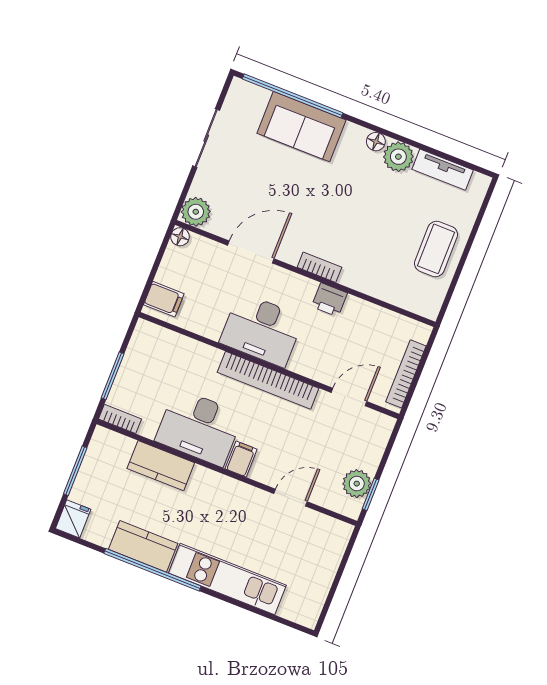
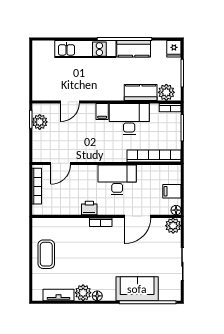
filing cabinet: (164, 299) -> (172, 191), moved
bookcase: (268, 380) -> (154, 156), moved
plant: (116, 448) -> (166, 92), added

